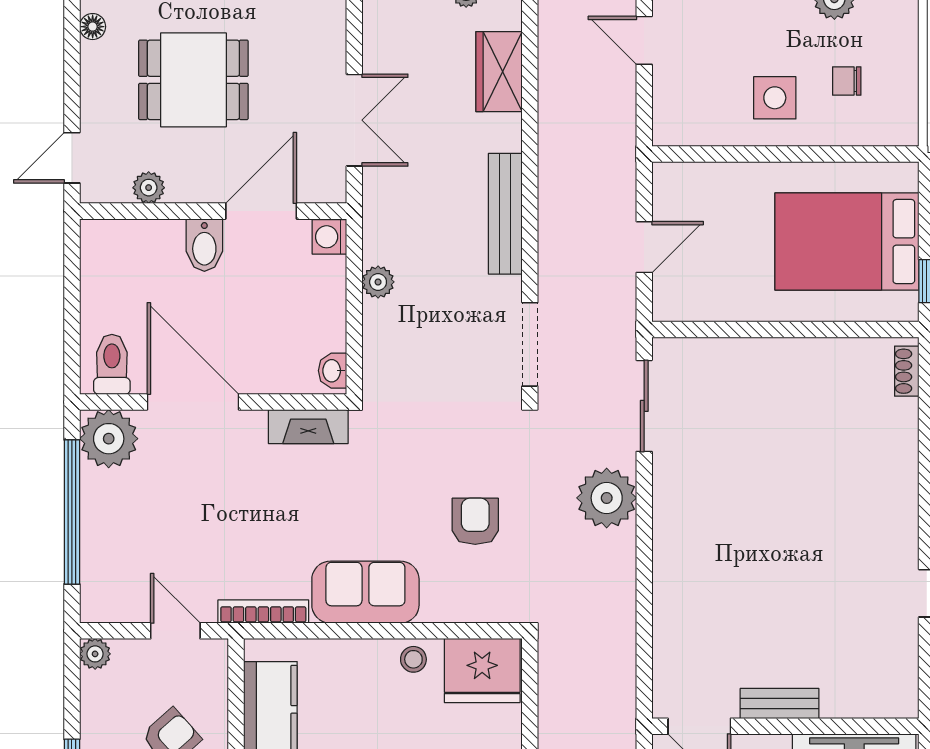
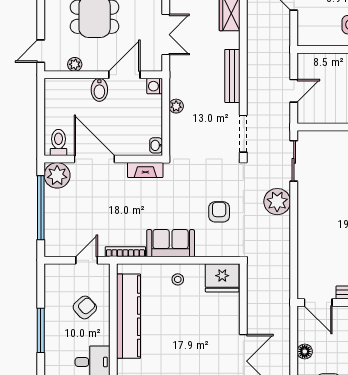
door: (175, 631) -> (87, 260), hinge flipped
plant: (95, 654) -> (51, 270), removed
stool: (413, 659) -> (178, 279), moved

